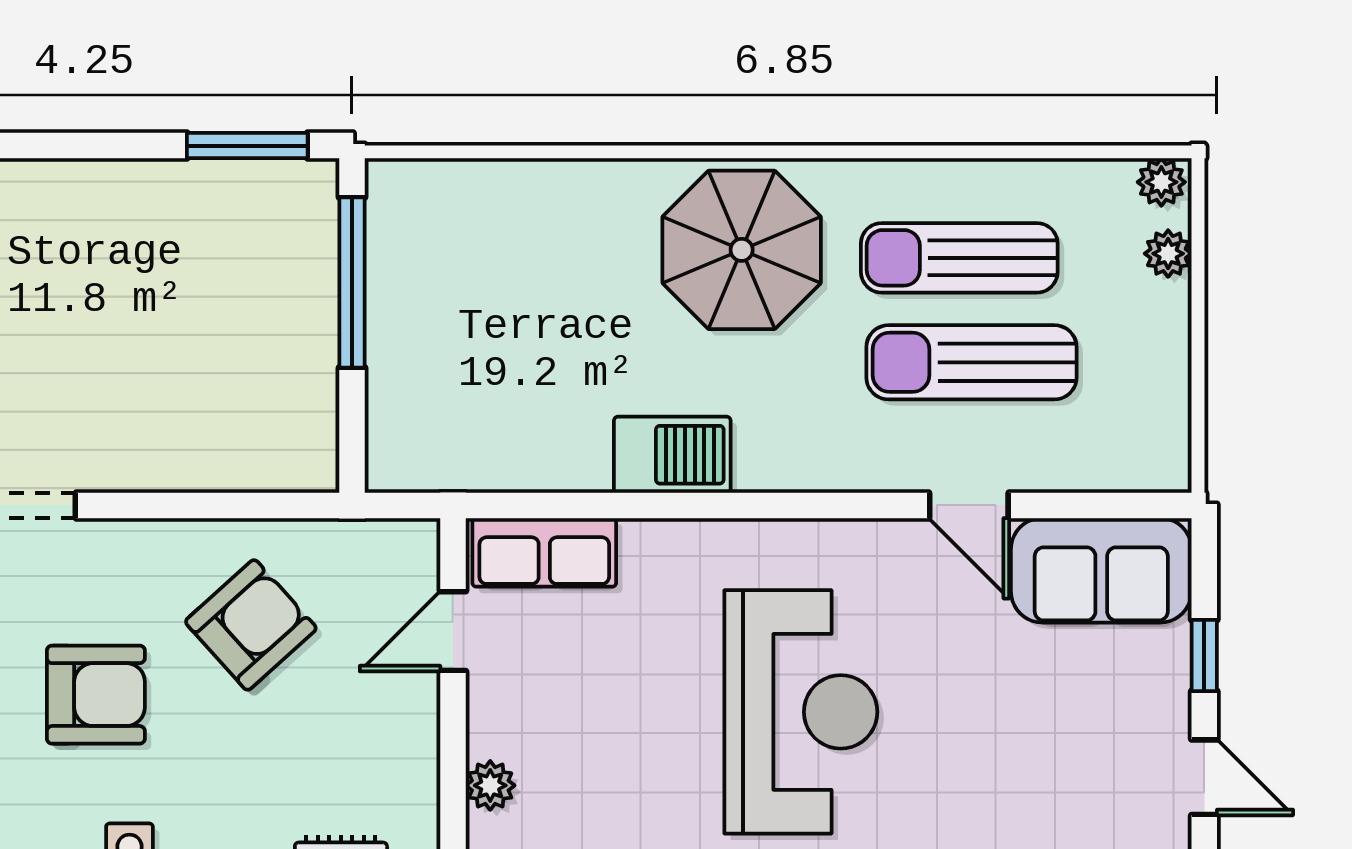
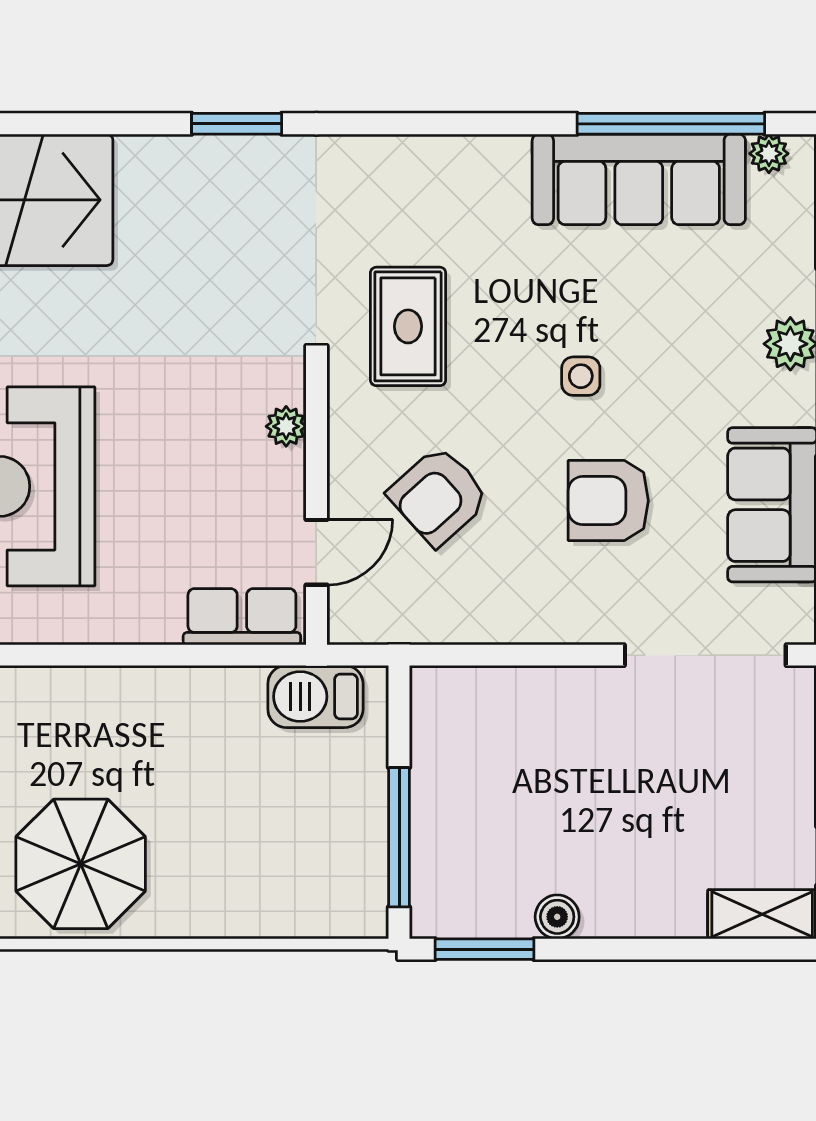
boiler: (158, 185) -> (557, 917), added
barbecue: (672, 455) -> (315, 697), moved
armchair: (251, 625) -> (439, 496), moved

